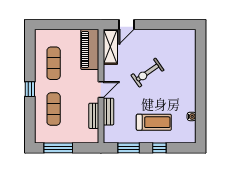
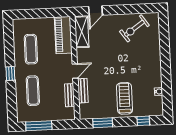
exercise bike: (147, 73) -> (134, 28), moved
treadmill: (154, 122) -> (125, 98), turned -90
window: (159, 148) -> (143, 121), moved

